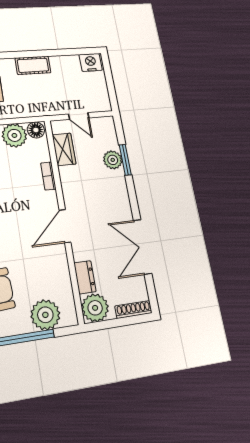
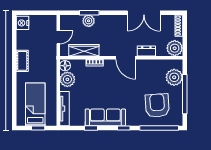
wardrobe: (64, 149) -> (84, 50), width x1.50
dresser: (85, 277) -> (146, 51), moved

